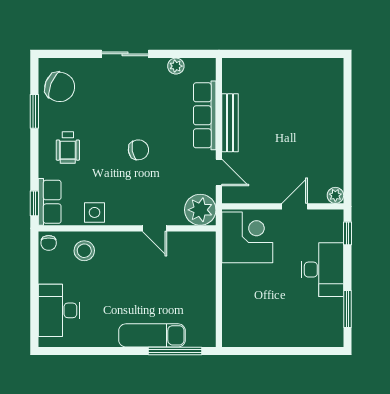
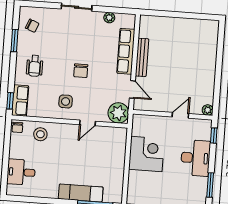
chair: (60, 87) -> (32, 26), width x0.54, depth x0.54
chair: (138, 150) -> (81, 71), turned 100
side table: (95, 212) -> (66, 101), moved
door: (155, 228) -> (88, 123), hinge flipped
corner desk: (247, 237) -> (146, 154), moved
desk: (59, 310) -> (21, 172), width x0.73

